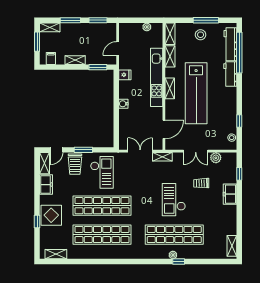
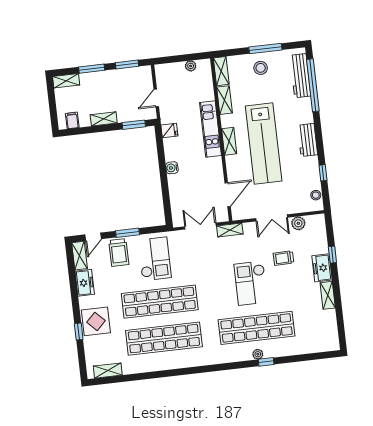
window: (37, 42) -> (52, 101), removed
workbench: (230, 74) -> (308, 140), moved
kitchen unit: (157, 77) -> (211, 129), width x0.73
window: (239, 174) -> (332, 255), moved
shelving: (232, 246) -> (328, 295), moved

